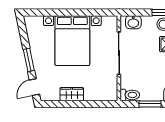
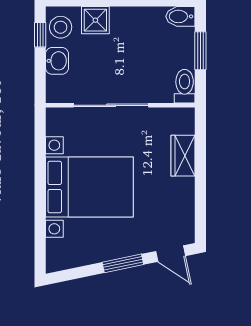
washbasin: (133, 22) -> (57, 61), moved
wardrobe: (72, 94) -> (183, 156), moved

